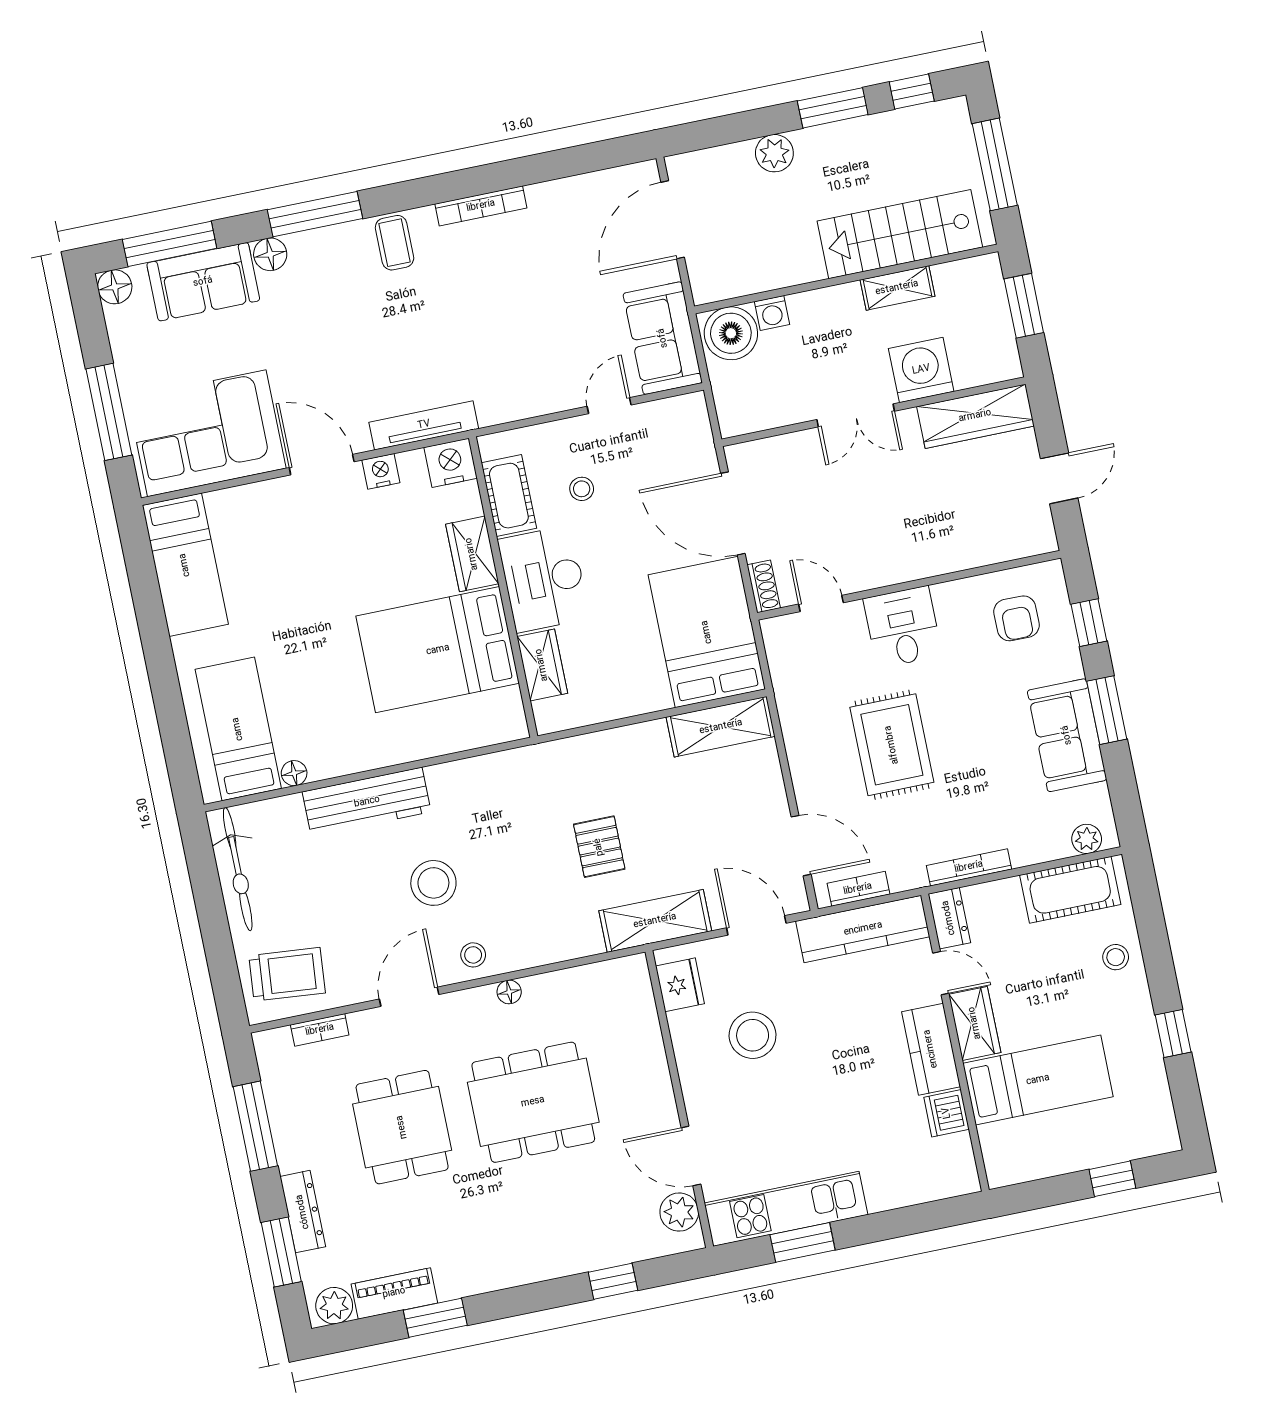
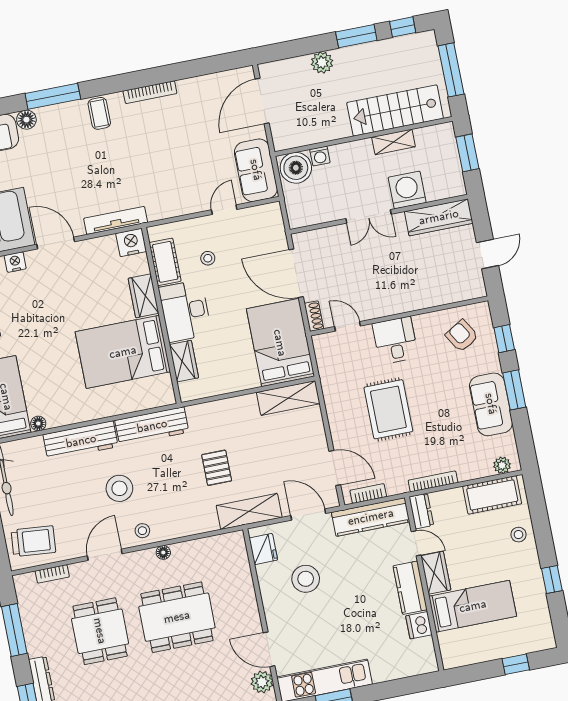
nightstand: (381, 471) -> (15, 262), moved
armchair: (1016, 618) -> (462, 336), turned 149
workbench: (488, 776) -> (152, 426), added

